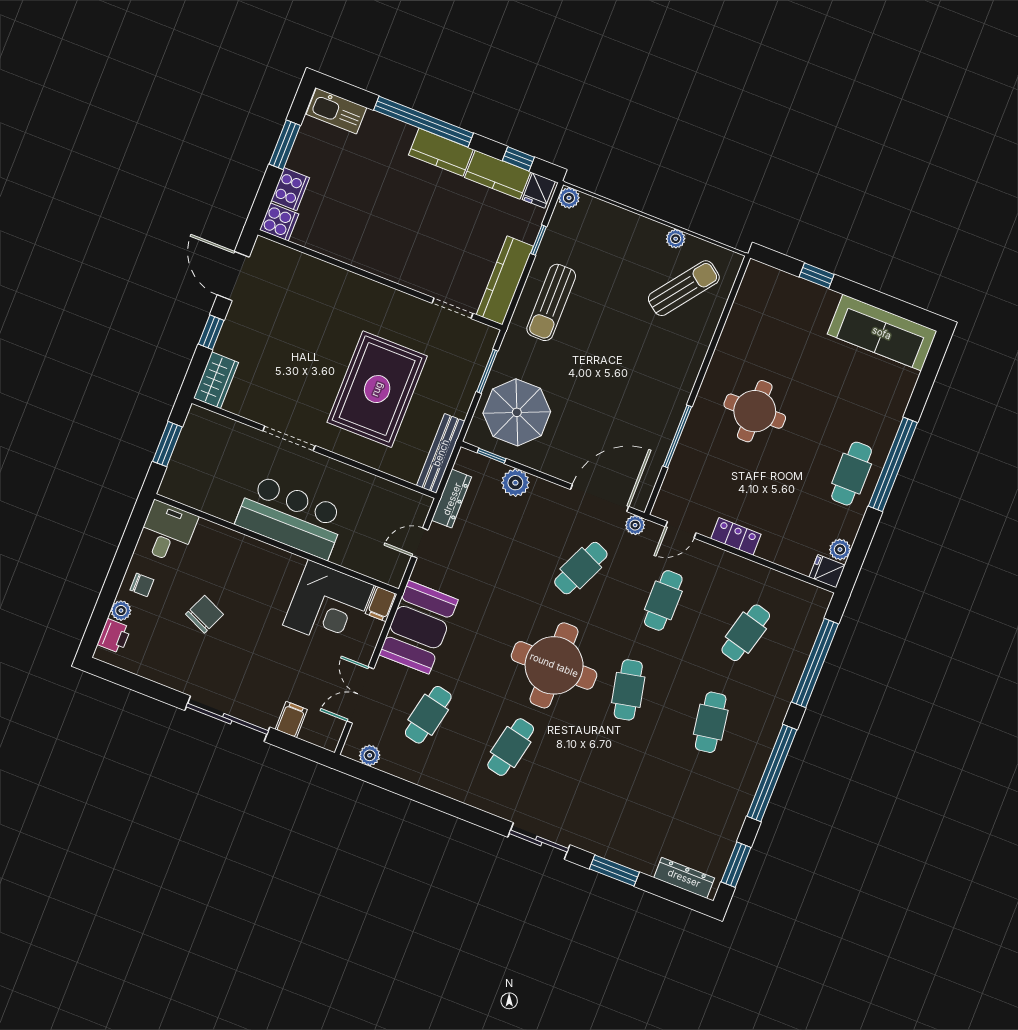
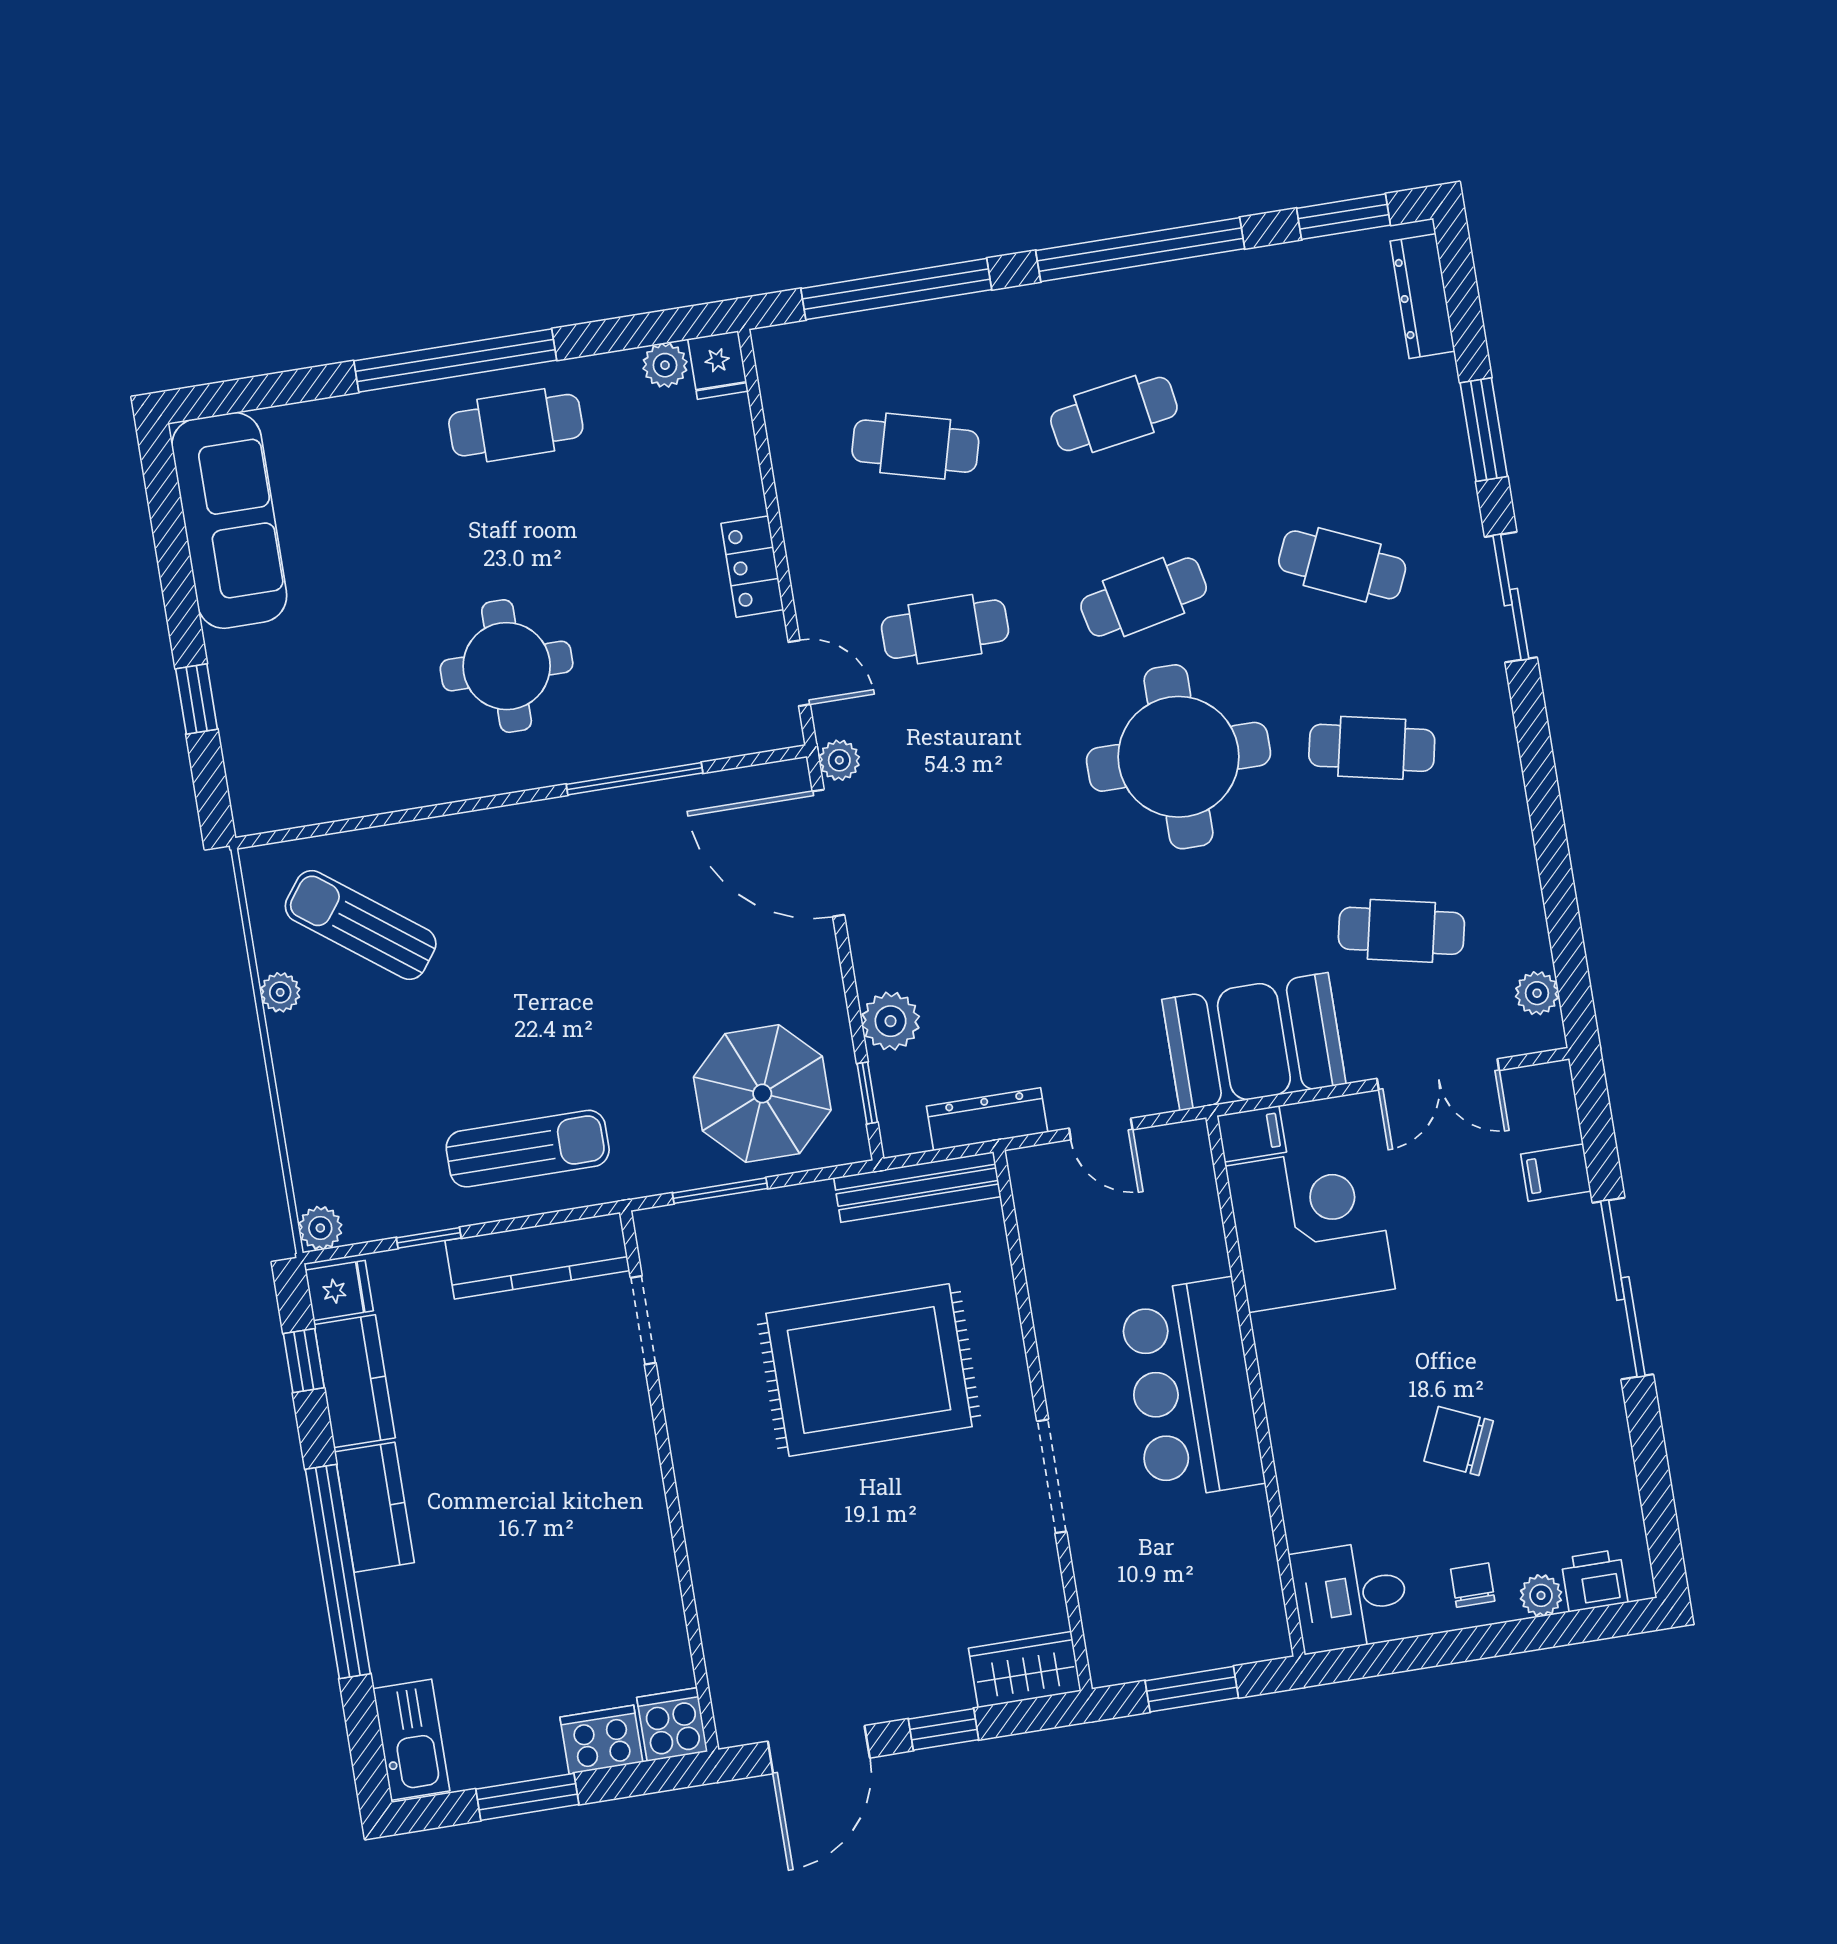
cafe table: (581, 568) -> (1342, 565), moved

